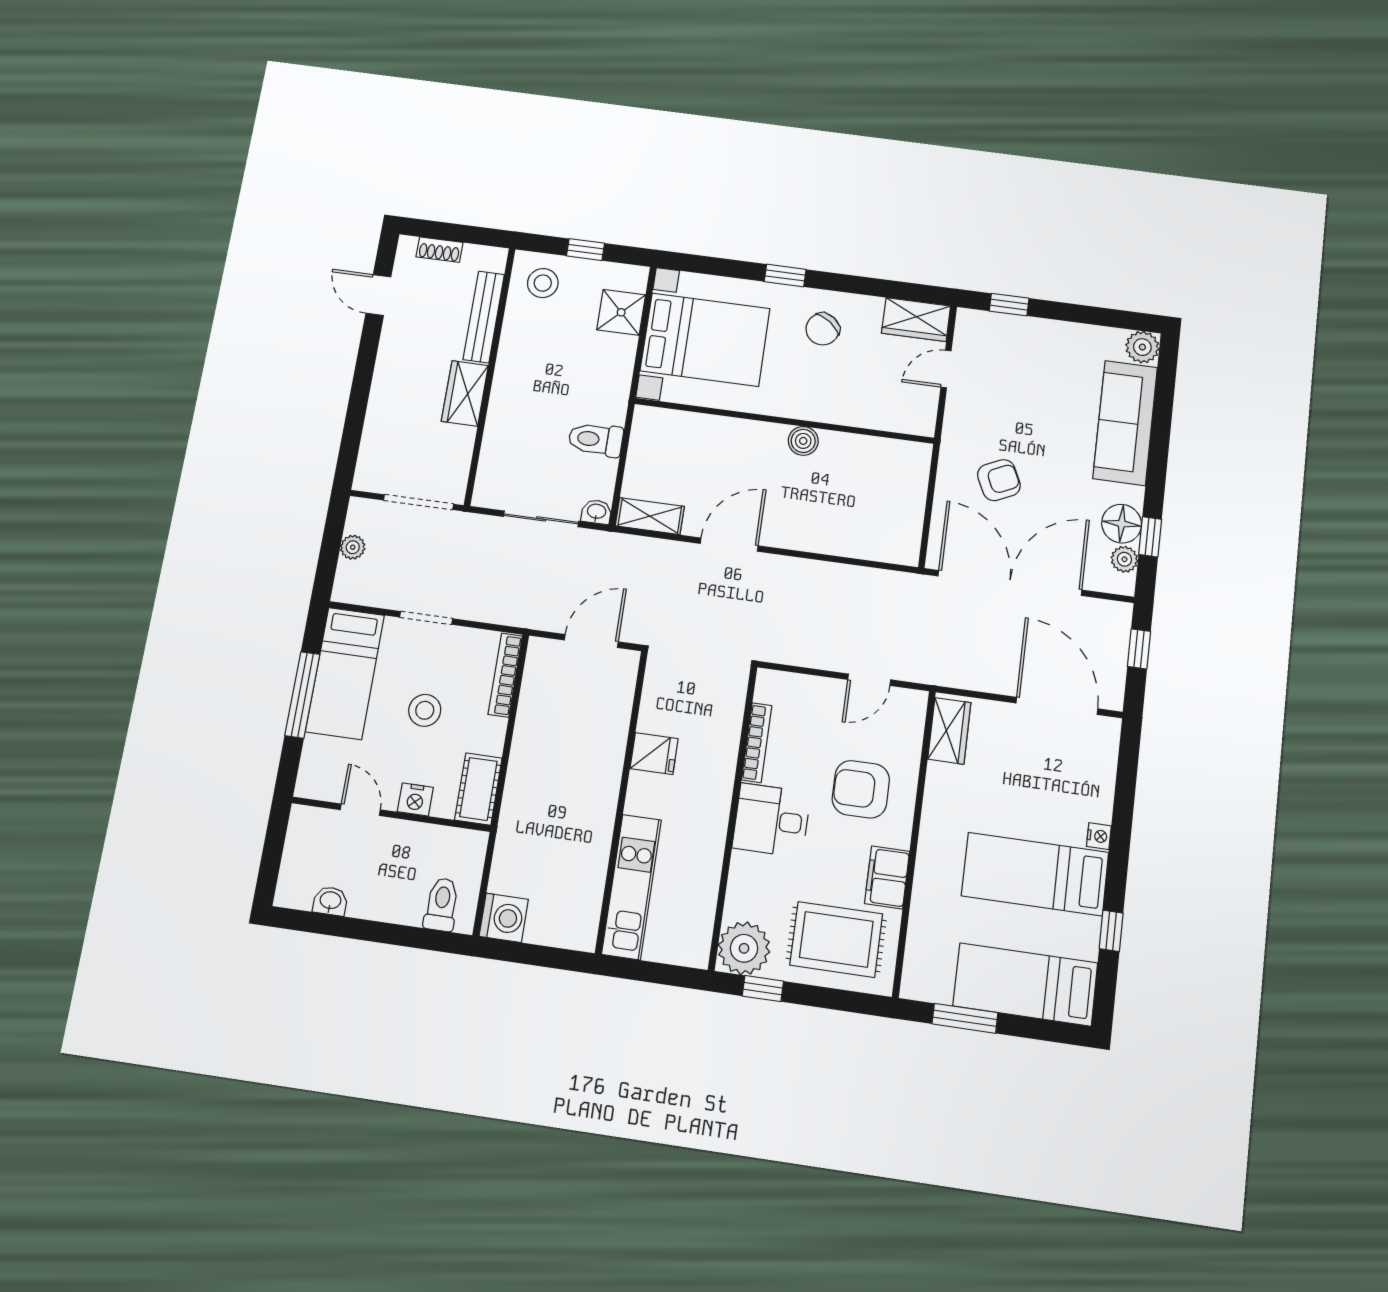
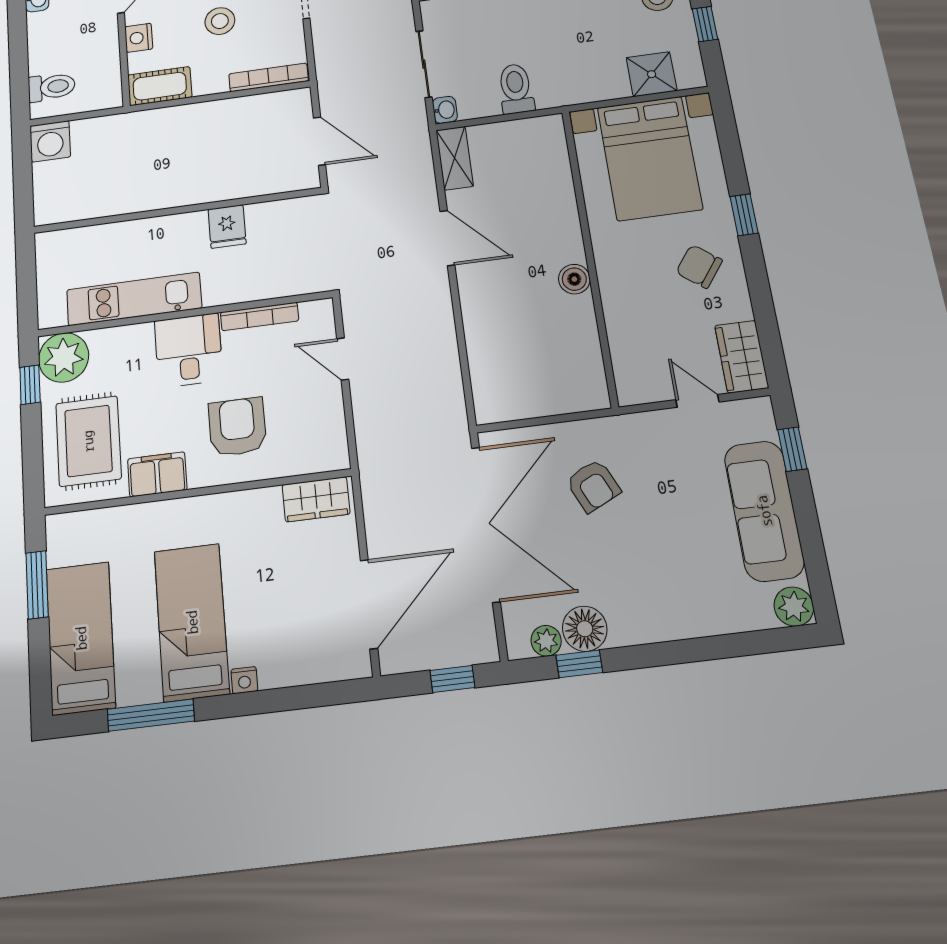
sofa: (1125, 423) -> (764, 511), moved, turned -90
door: (869, 680) -> (343, 359), moved
kitchen unit: (632, 887) -> (134, 299), moved, turned 180
window: (1111, 931) -> (151, 715), width x2.17

